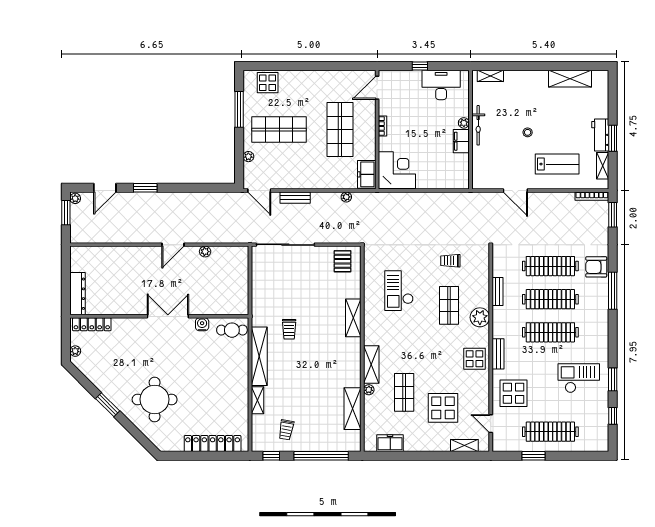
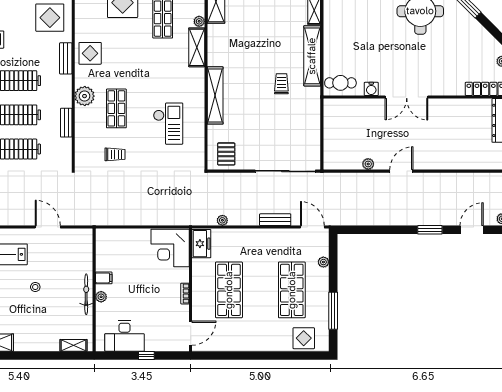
shop shelf: (279, 130) -> (292, 290), turned 90
filing cabinet: (461, 141) -> (104, 278), width x0.50
shelving: (353, 318) -> (215, 95), width x1.47

